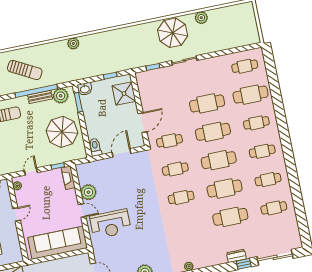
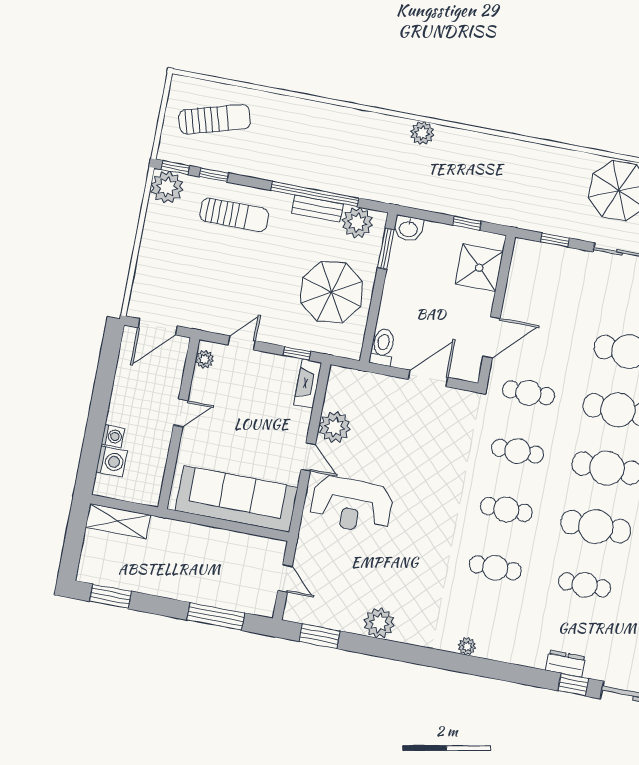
sun lounger: (25, 70) -> (309, 145), removed
cafe table: (230, 217) -> (585, 585), width x0.73, depth x0.74
cafe table: (187, 226) -> (495, 568), added

